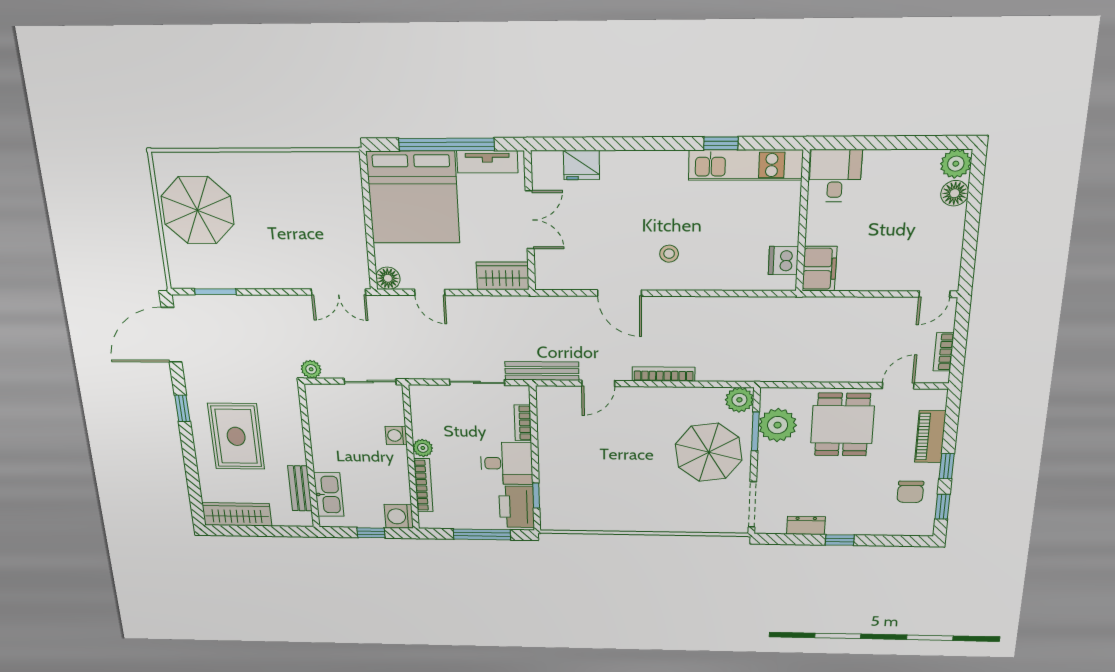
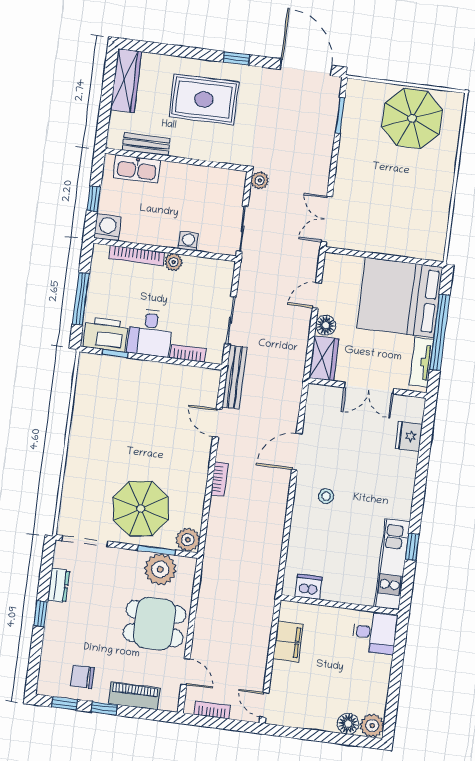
filing cabinet: (820, 269) -> (288, 642), moved, turned -90
floor lamp: (388, 278) -> (326, 325), moved
bookcase: (664, 374) -> (219, 479), width x0.64

